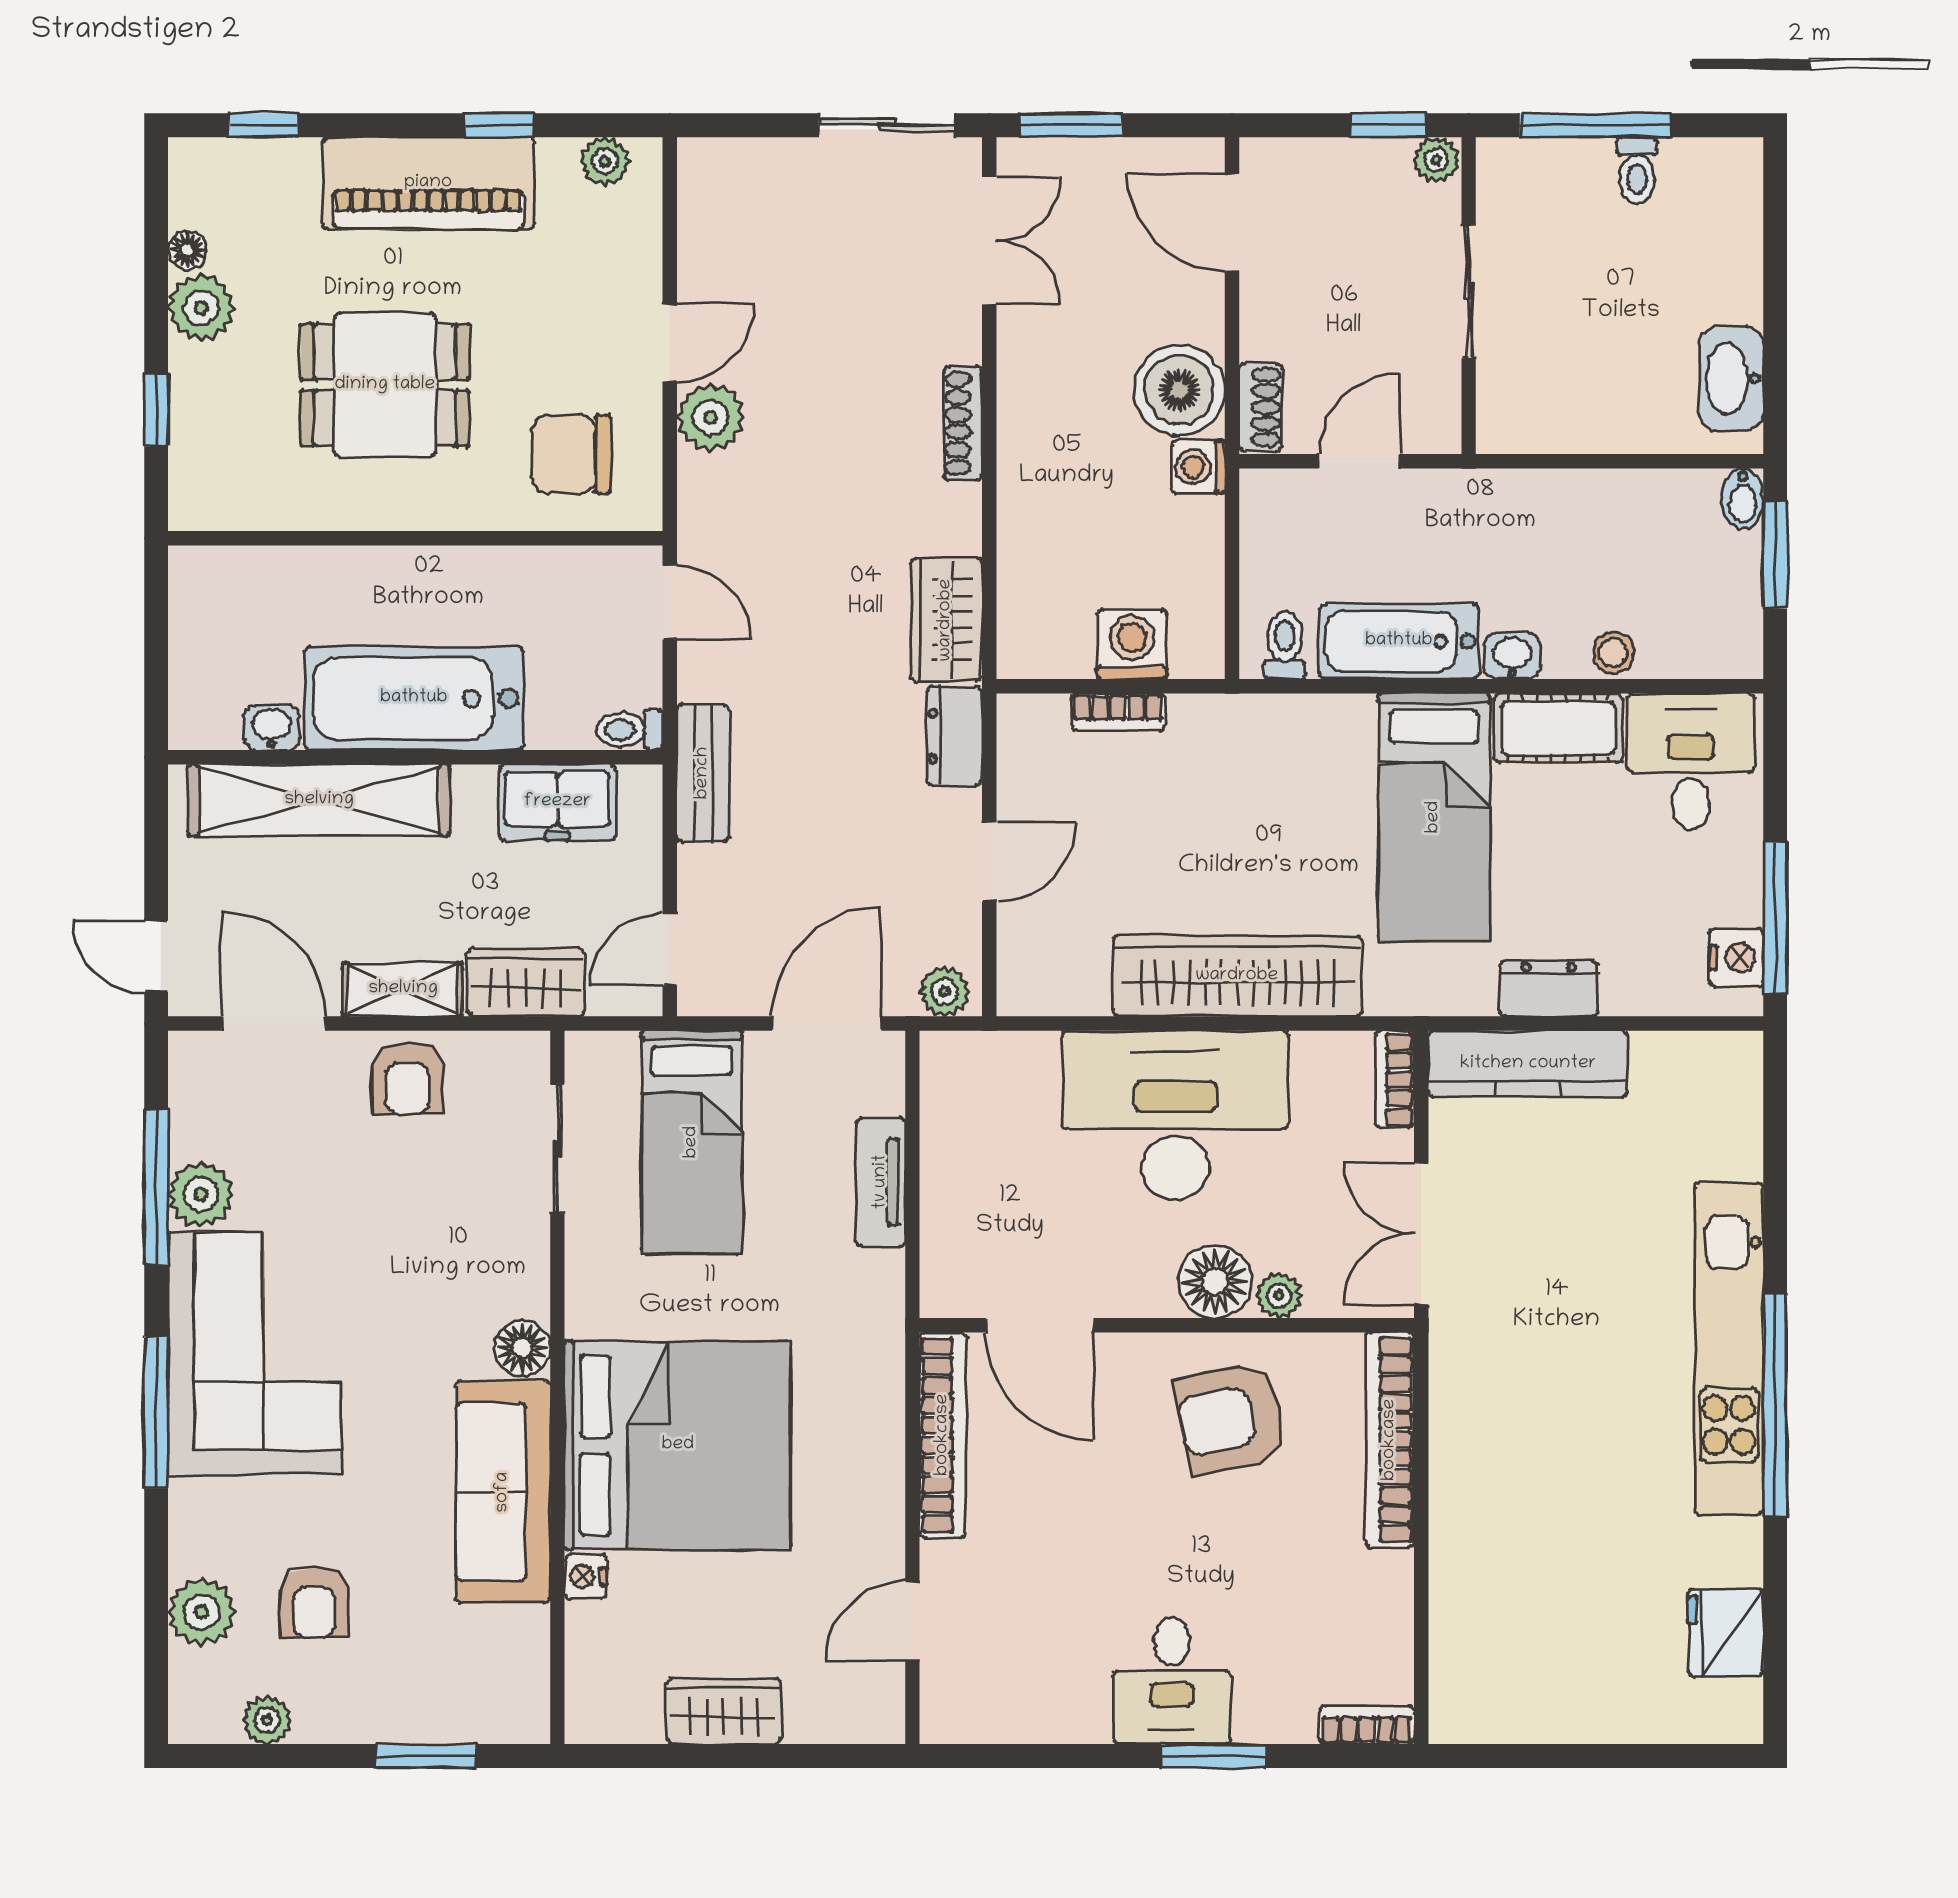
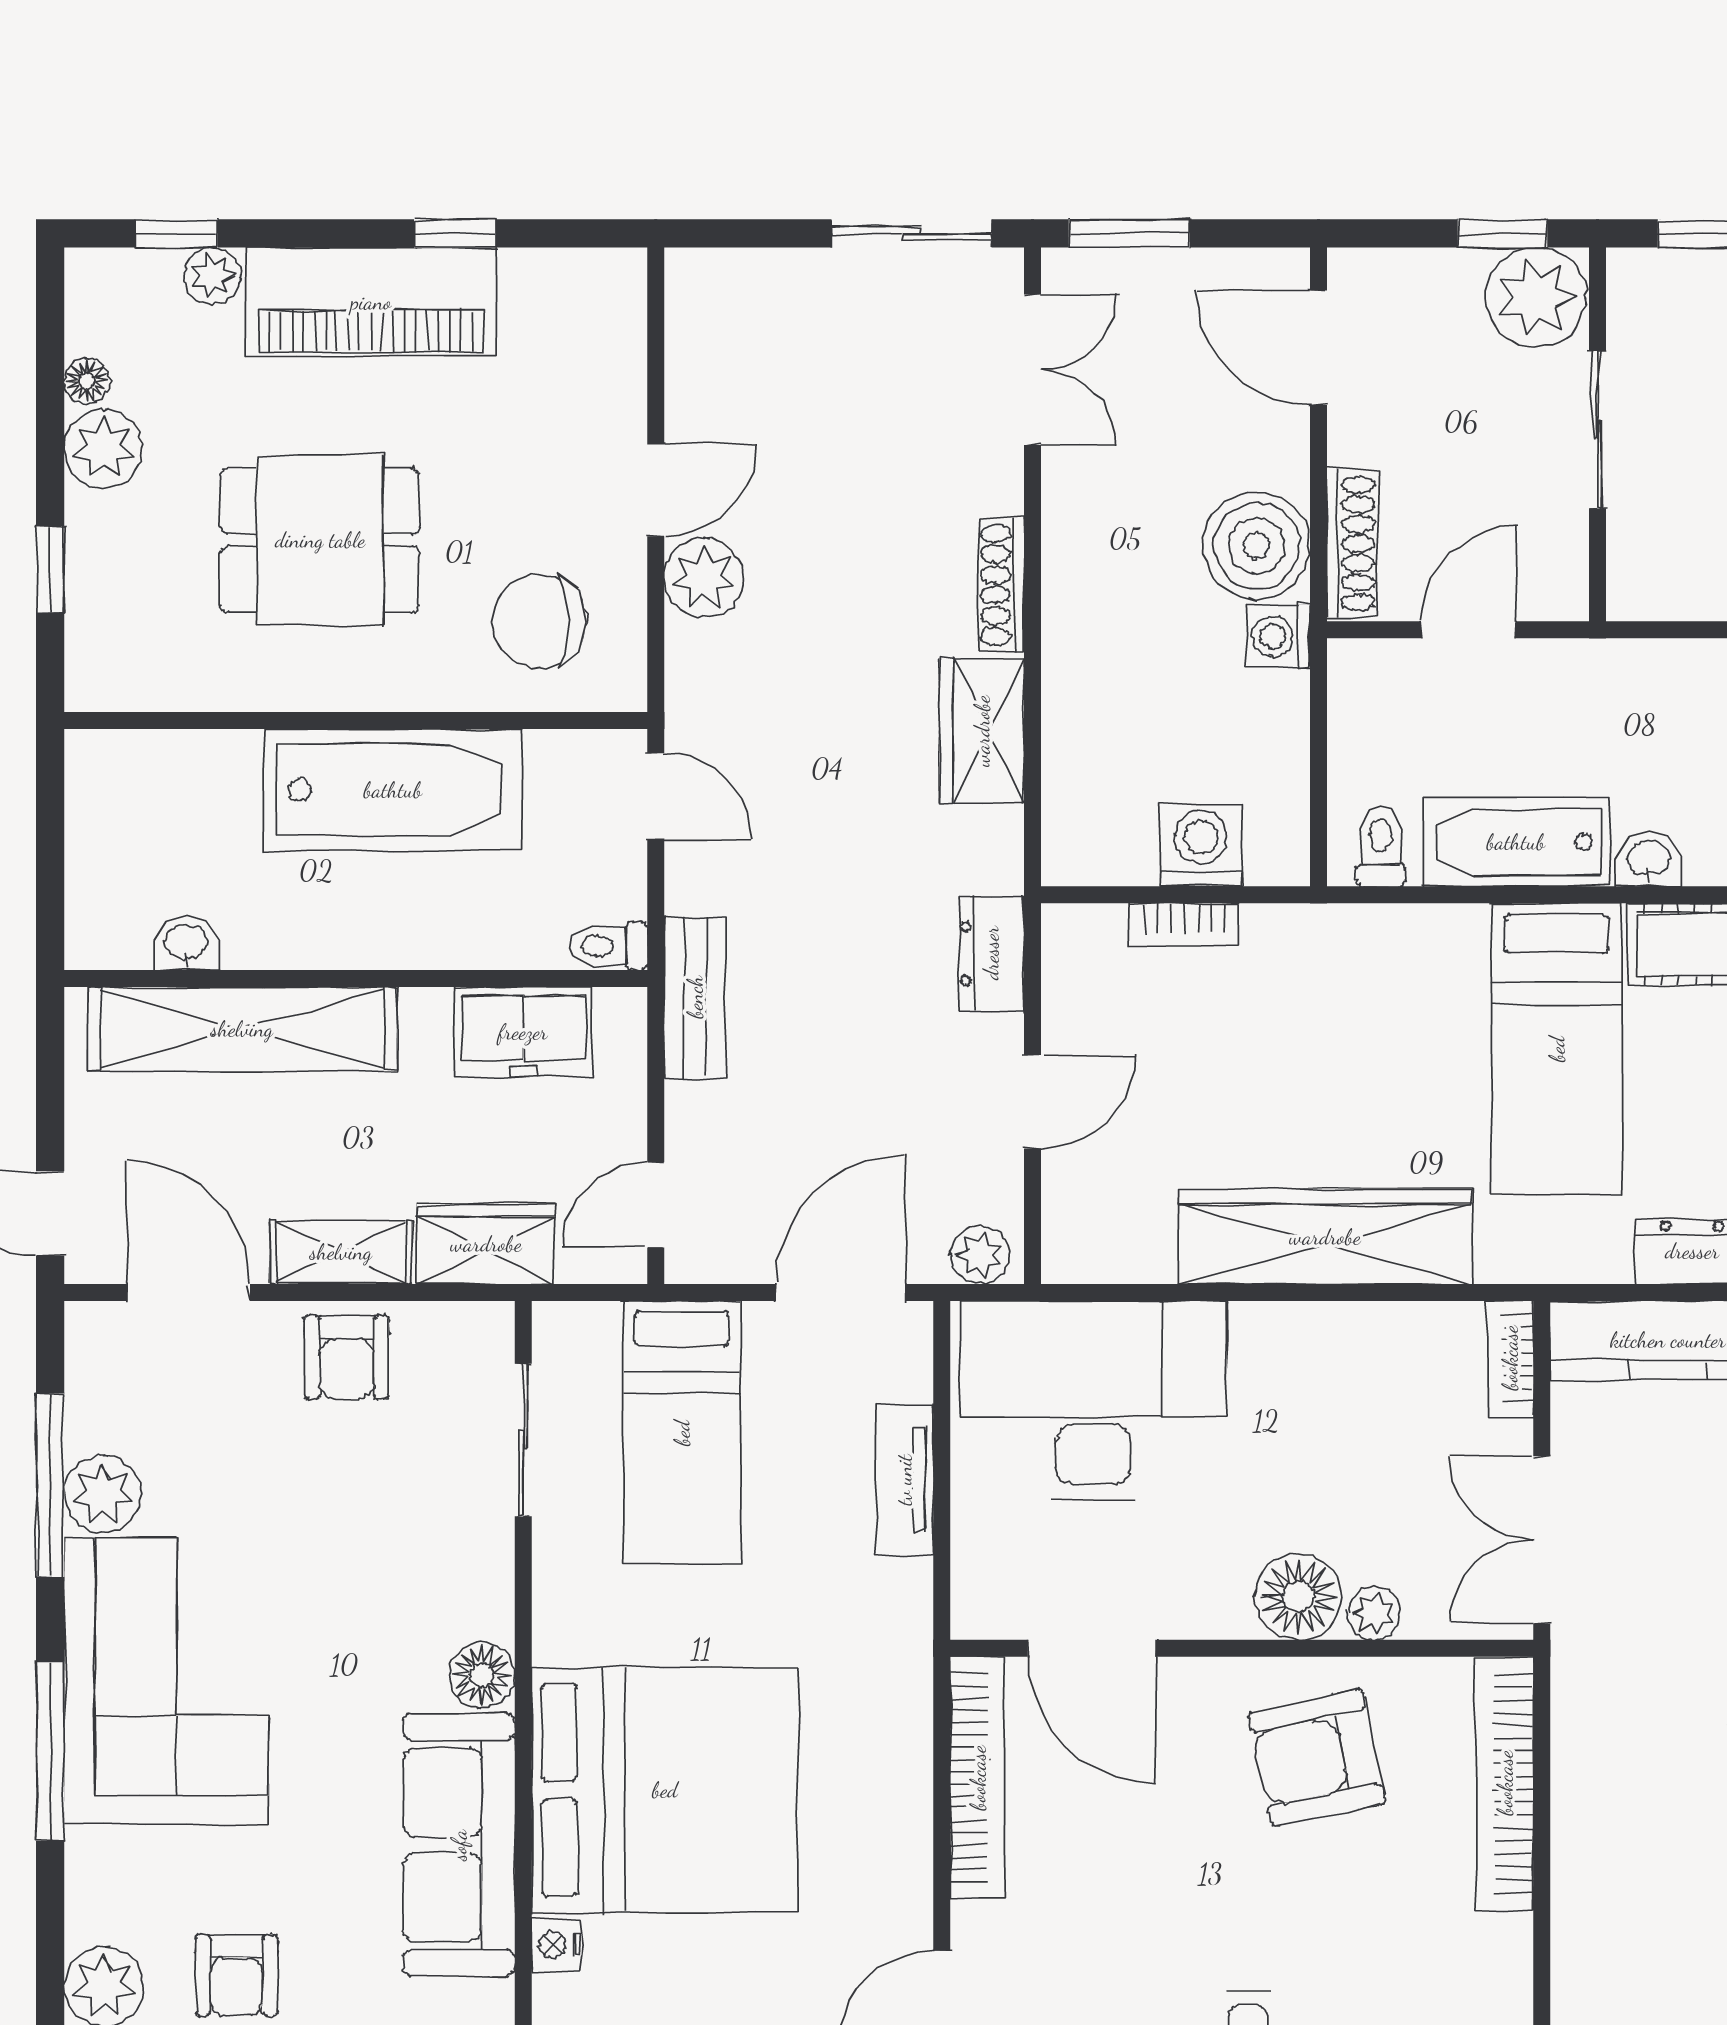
plant: (1436, 160) -> (1536, 298), width x1.87, depth x1.87
plant: (605, 161) -> (212, 276), moved
shoe rack: (1261, 407) -> (1352, 543), width x1.43
wardrobe: (946, 620) -> (982, 731), moved
bathtub: (414, 698) -> (393, 790), moved, turned 180
desk: (1175, 1115) -> (1093, 1401), moved

